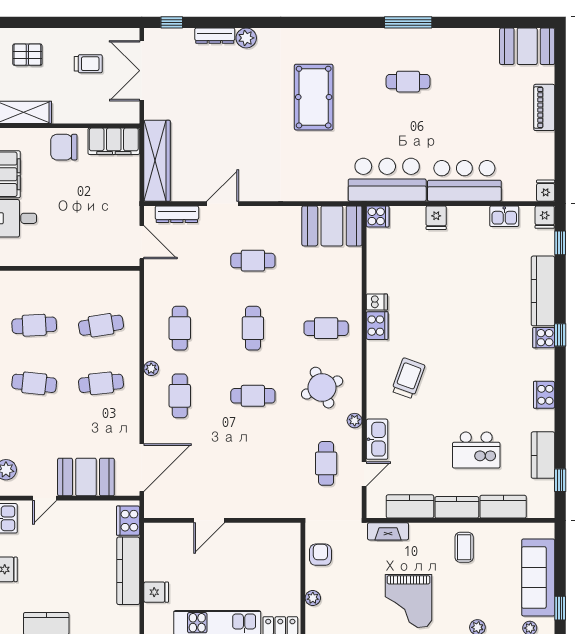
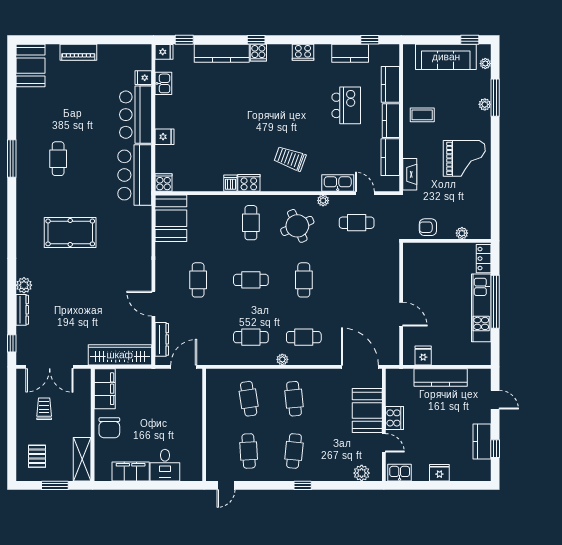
fridge: (546, 191) -> (143, 78), moved
cooker: (128, 521) -> (395, 418), moved, turned -90
fridge: (156, 592) -> (423, 356), moved

